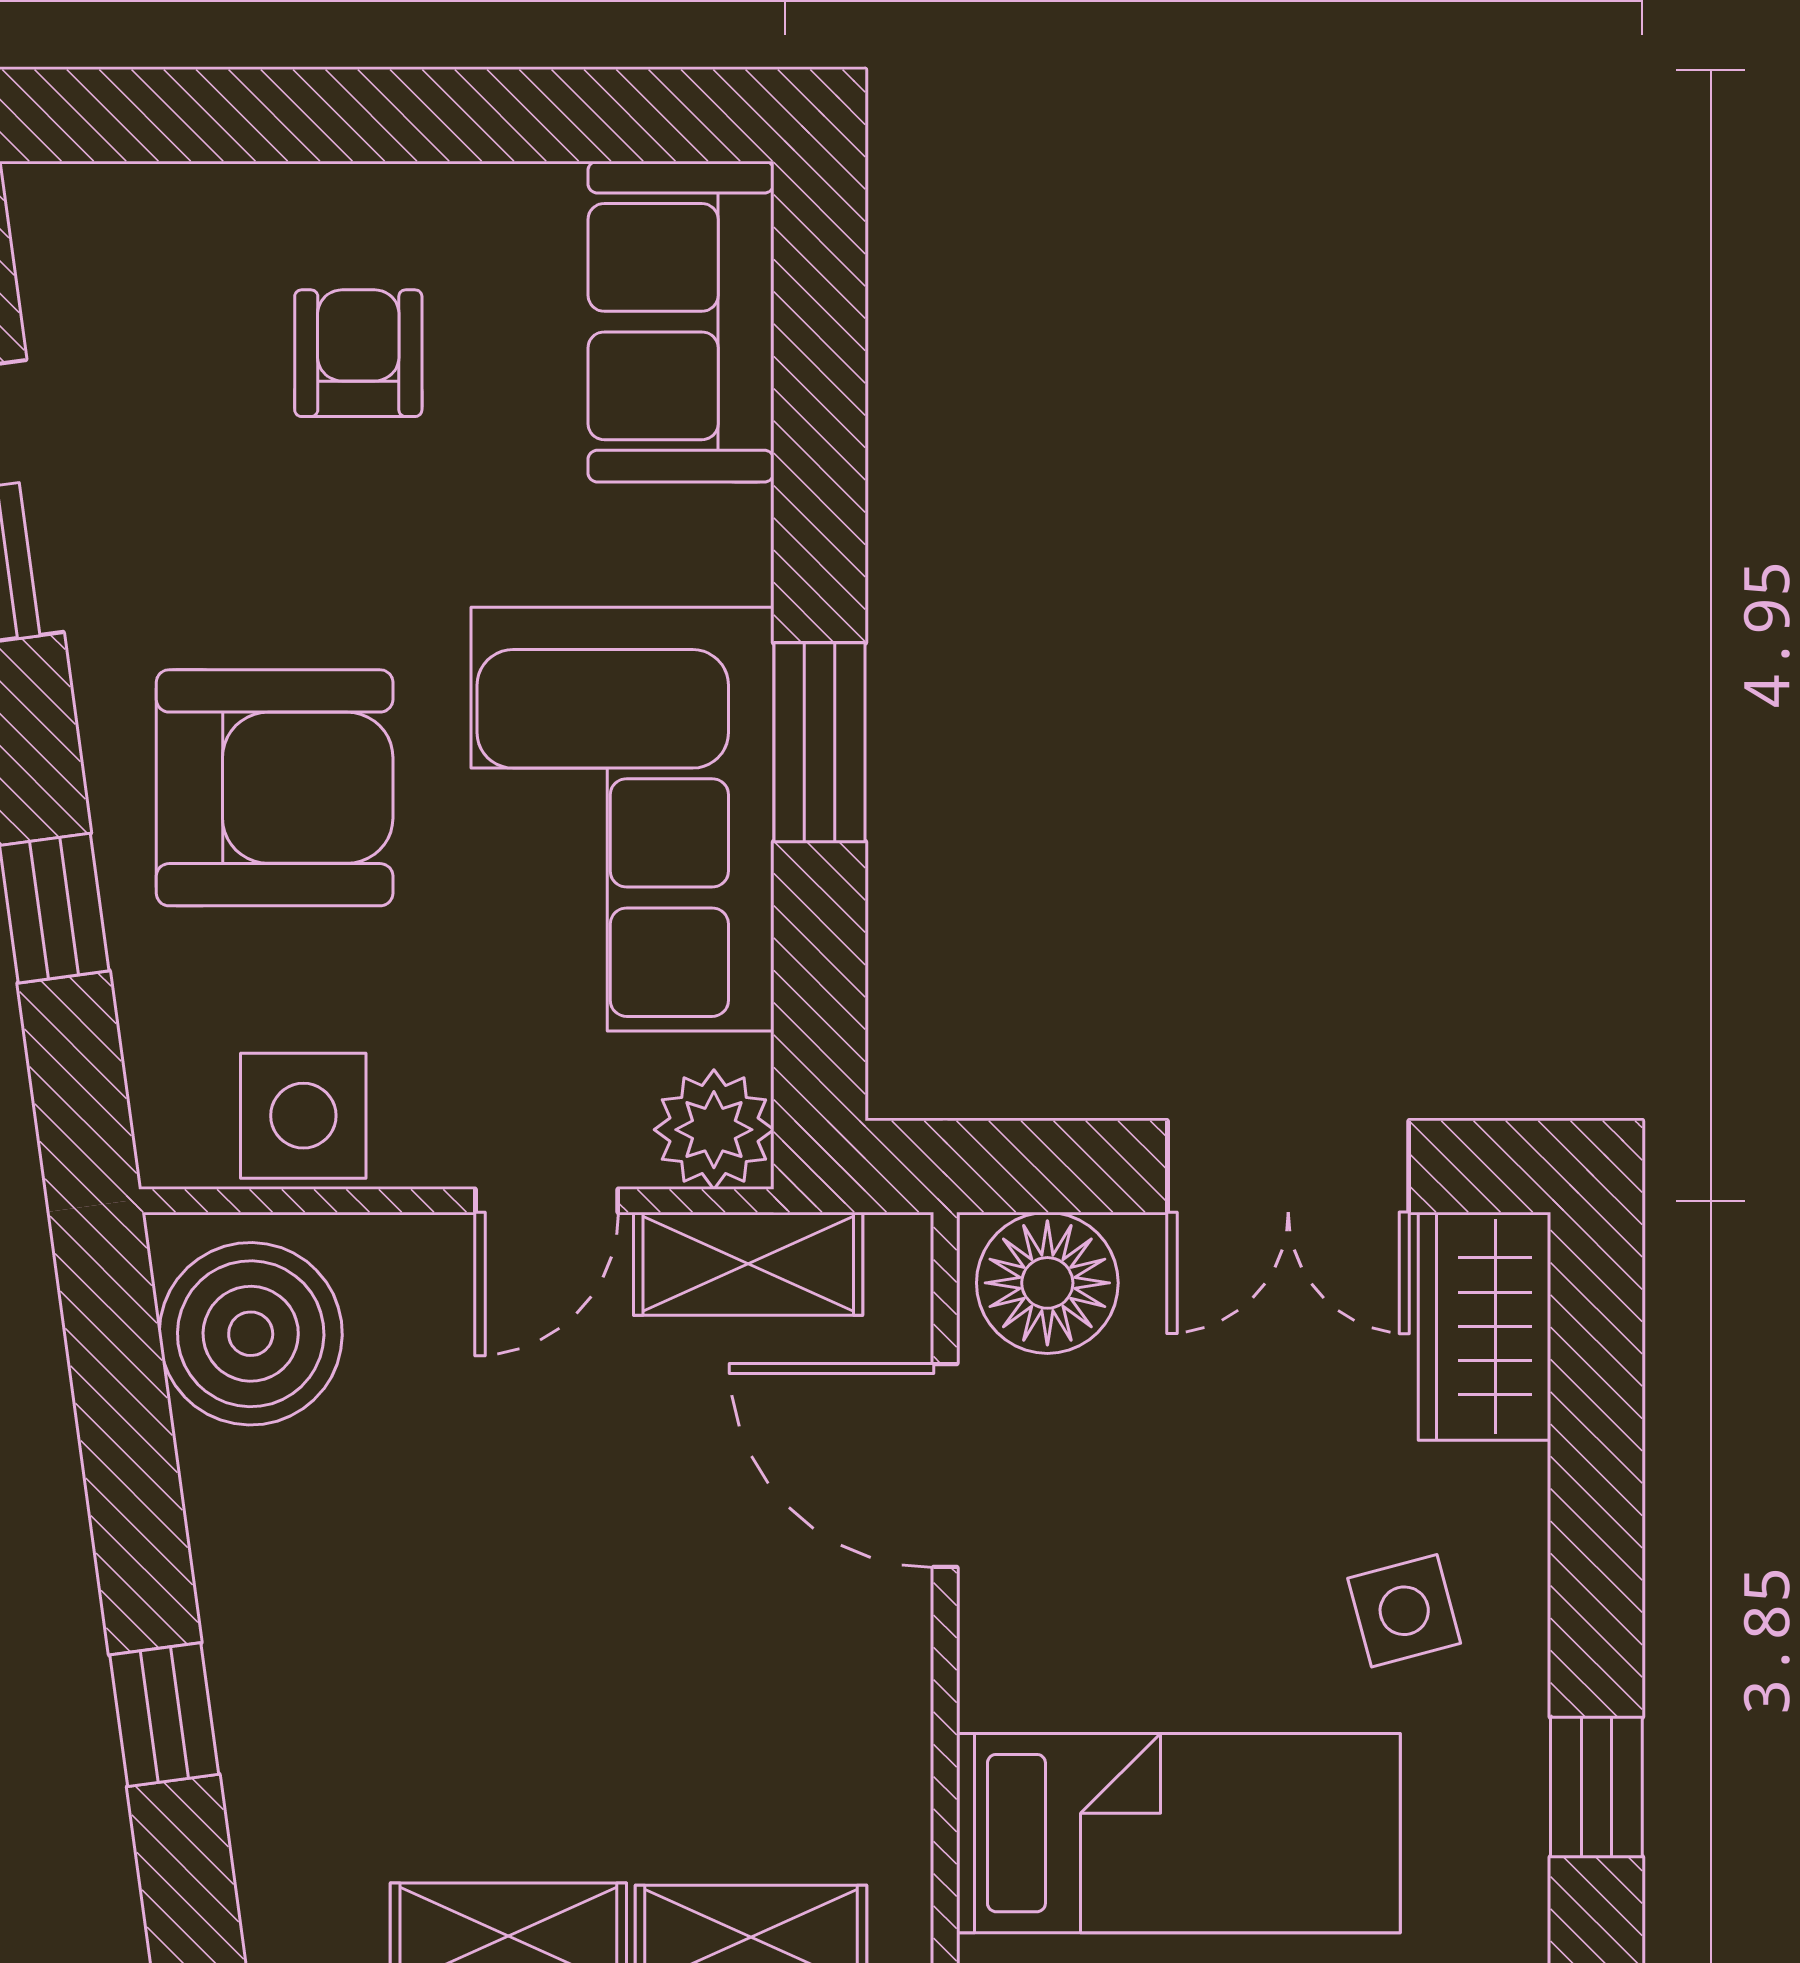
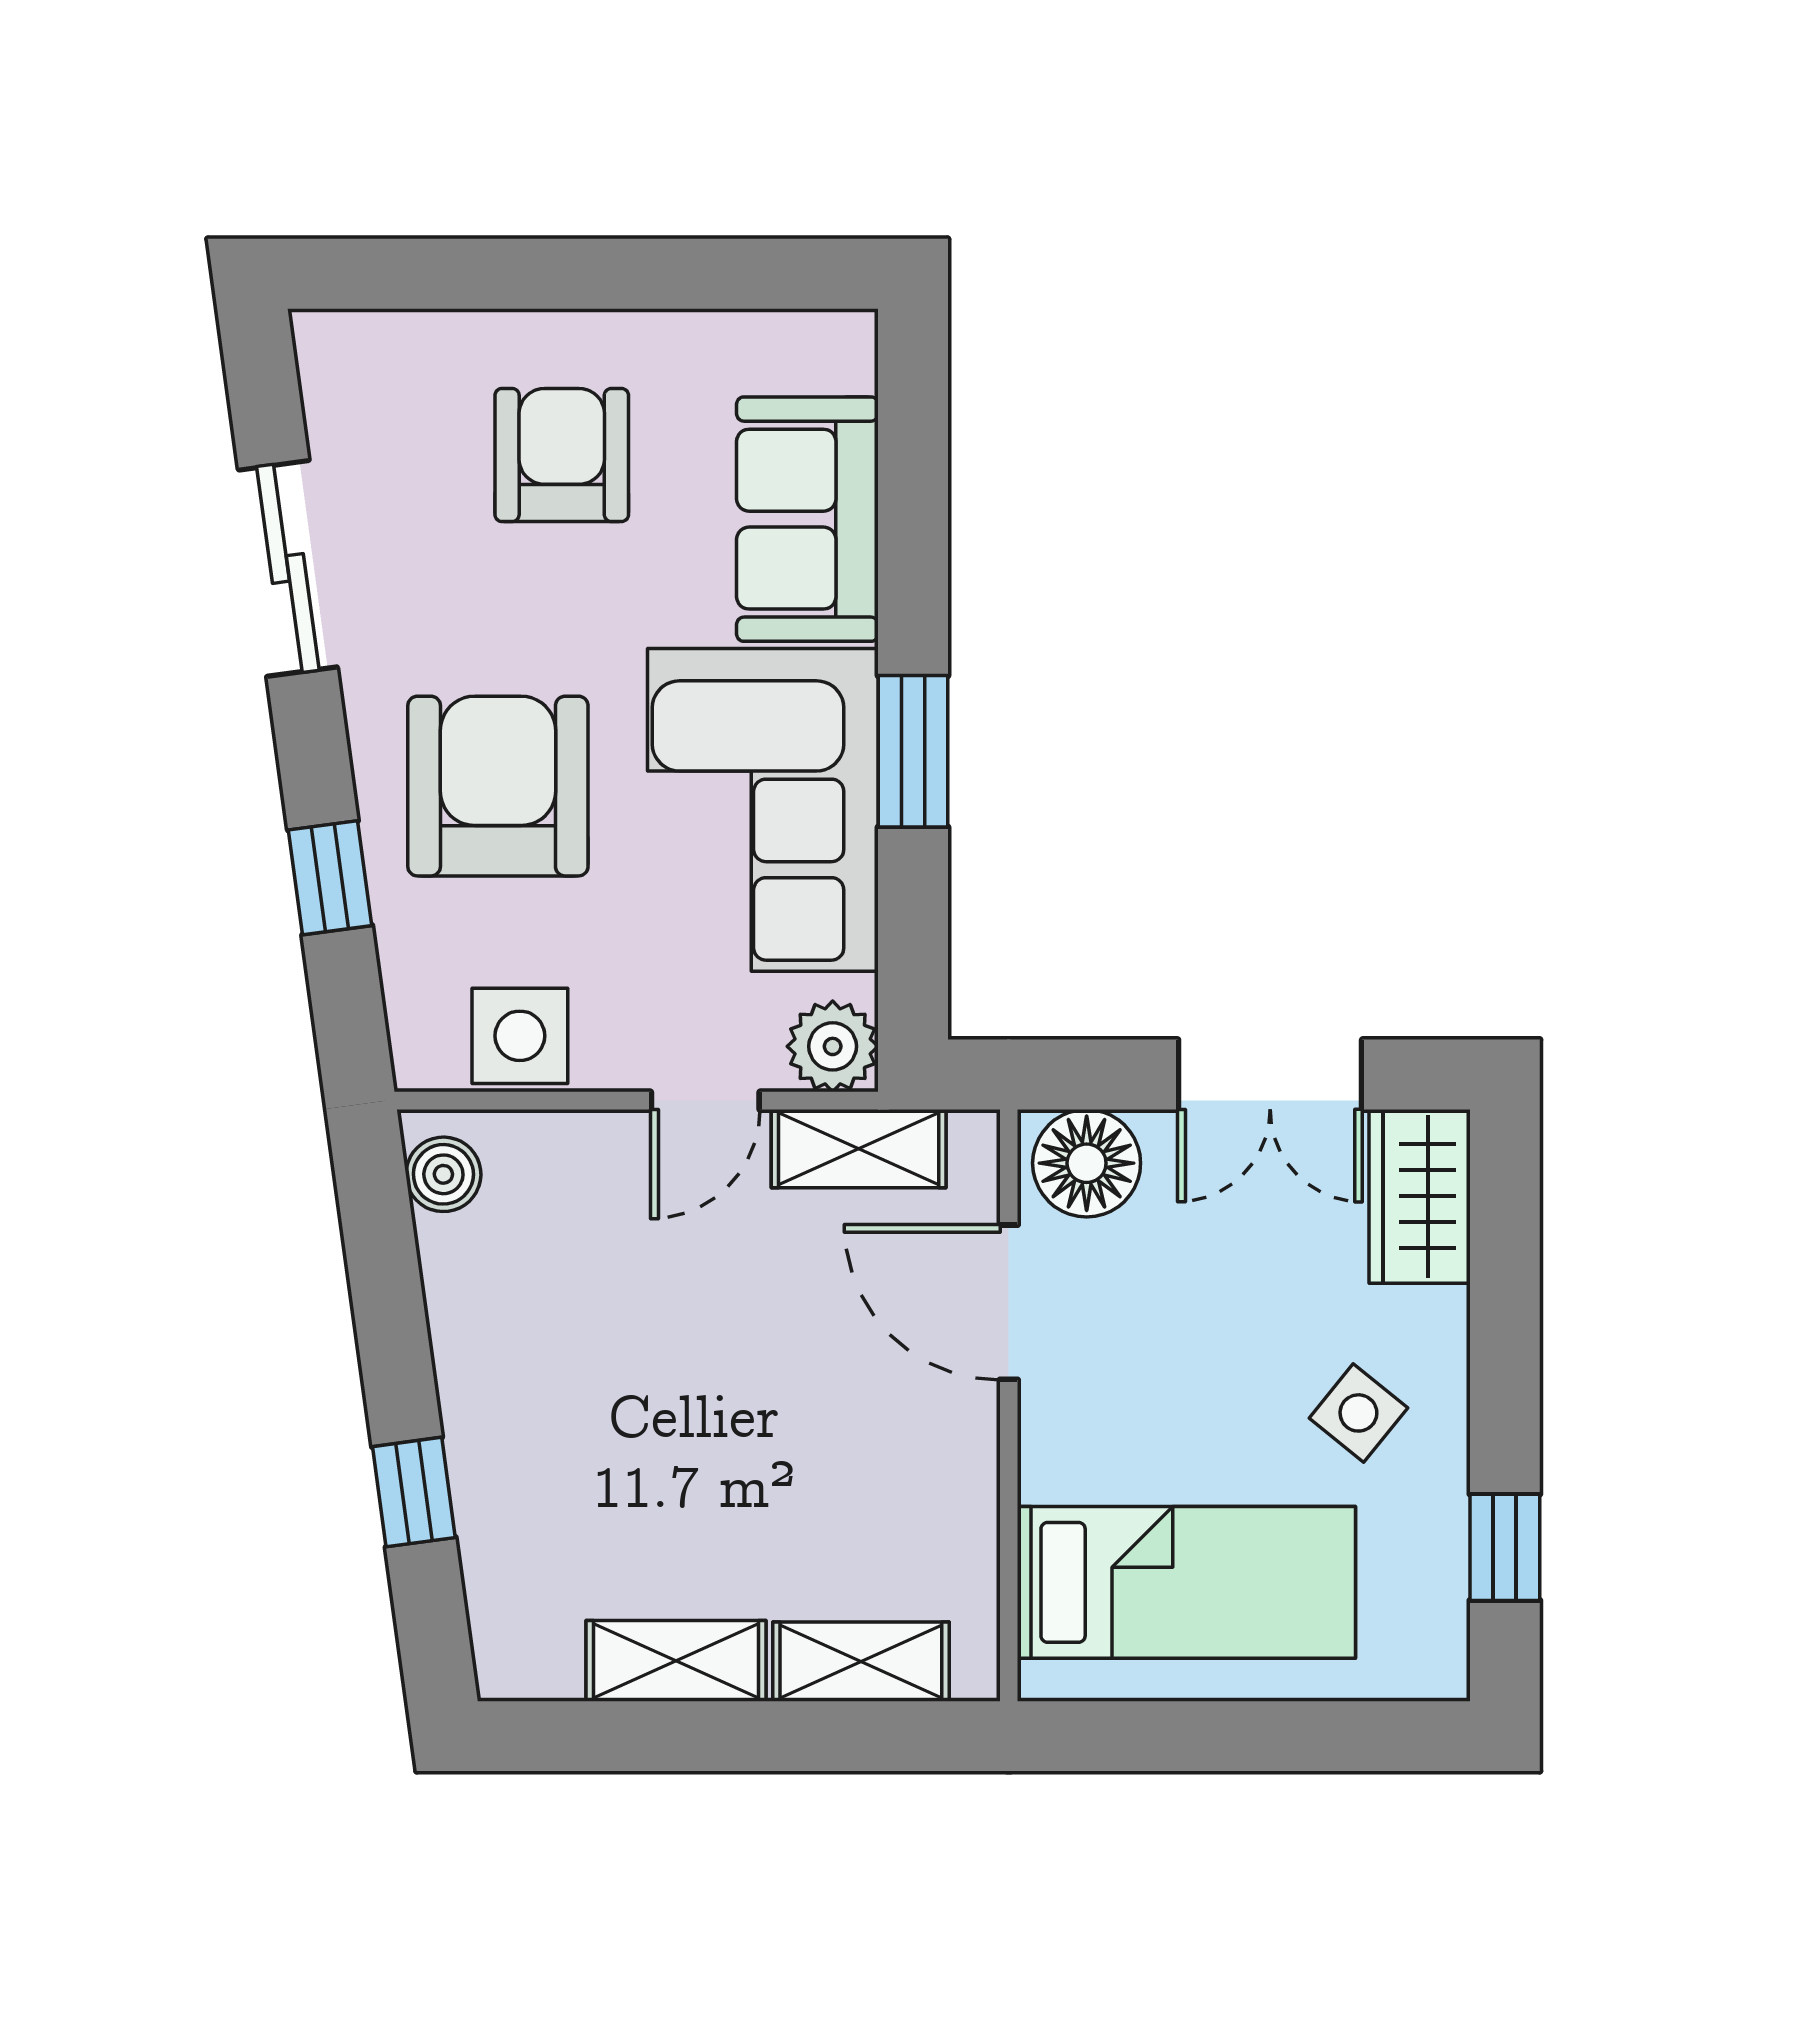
sofa: (681, 322) -> (807, 519), moved
armchair: (358, 353) -> (562, 455), width x1.38, depth x1.38
armchair: (275, 788) -> (498, 786), turned -90
boiler: (251, 1334) -> (443, 1174), width x0.54, depth x0.54
side table: (1404, 1611) -> (1358, 1413), turned -36

